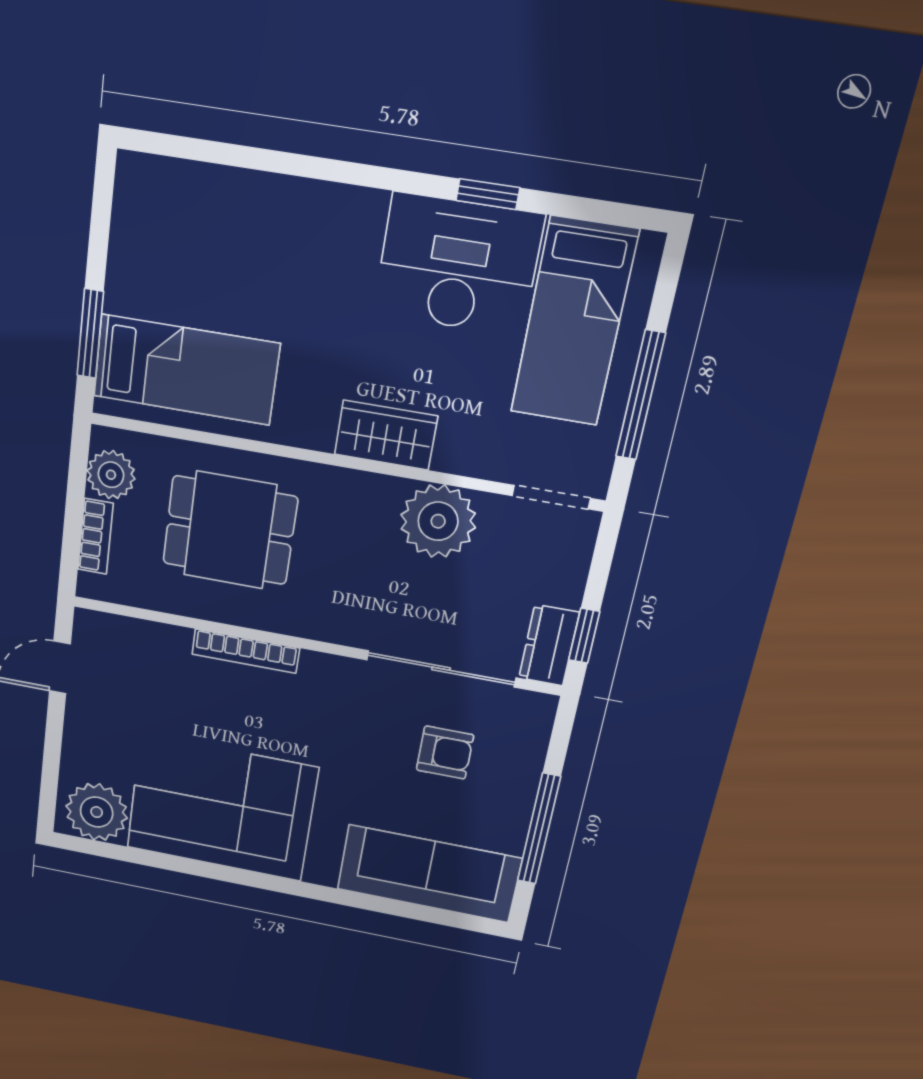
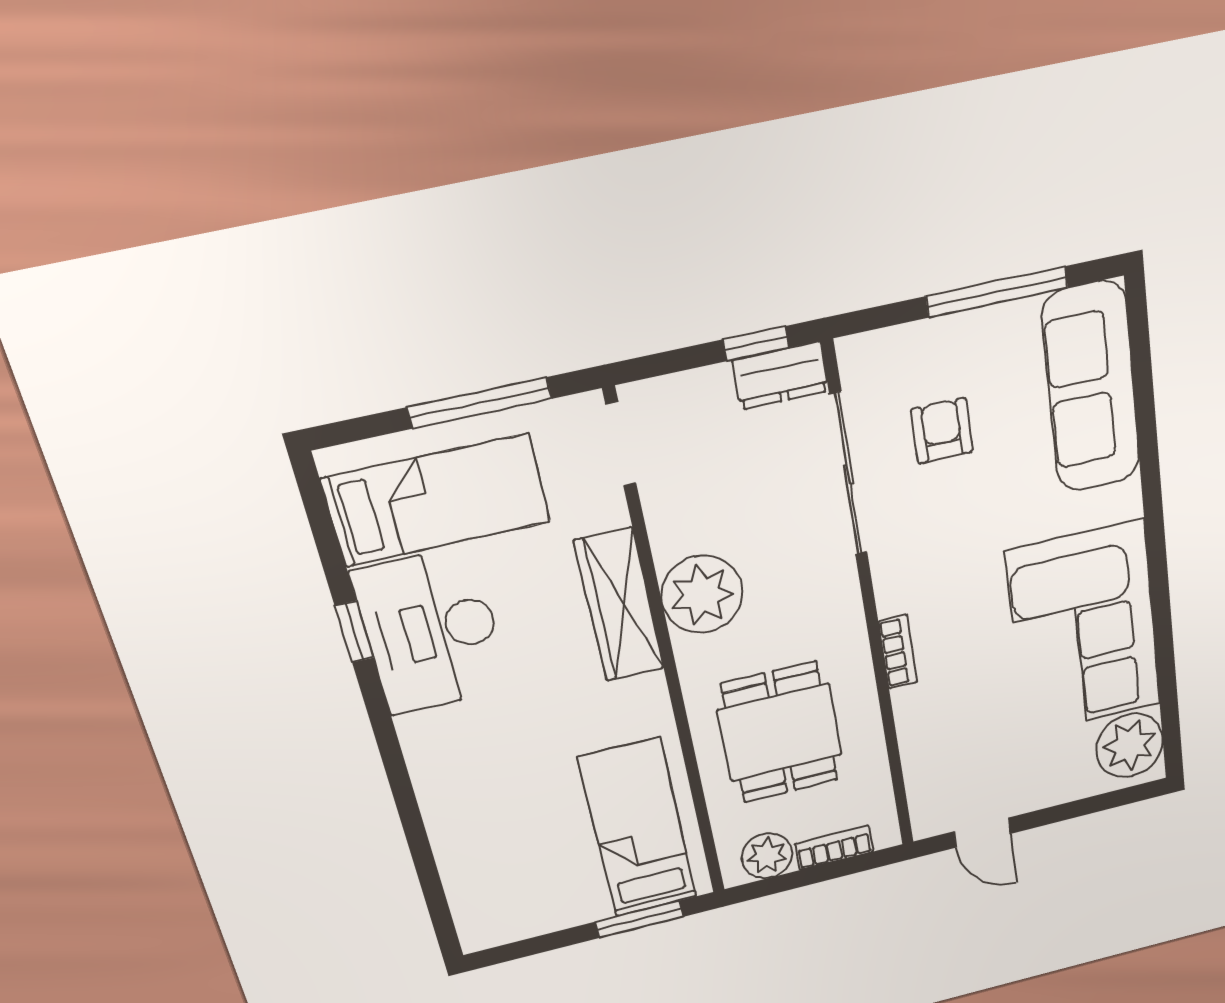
wardrobe: (386, 435) -> (619, 605), width x1.50
plant: (438, 521) -> (702, 594), moved
bookcase: (246, 651) -> (898, 652), width x0.64

